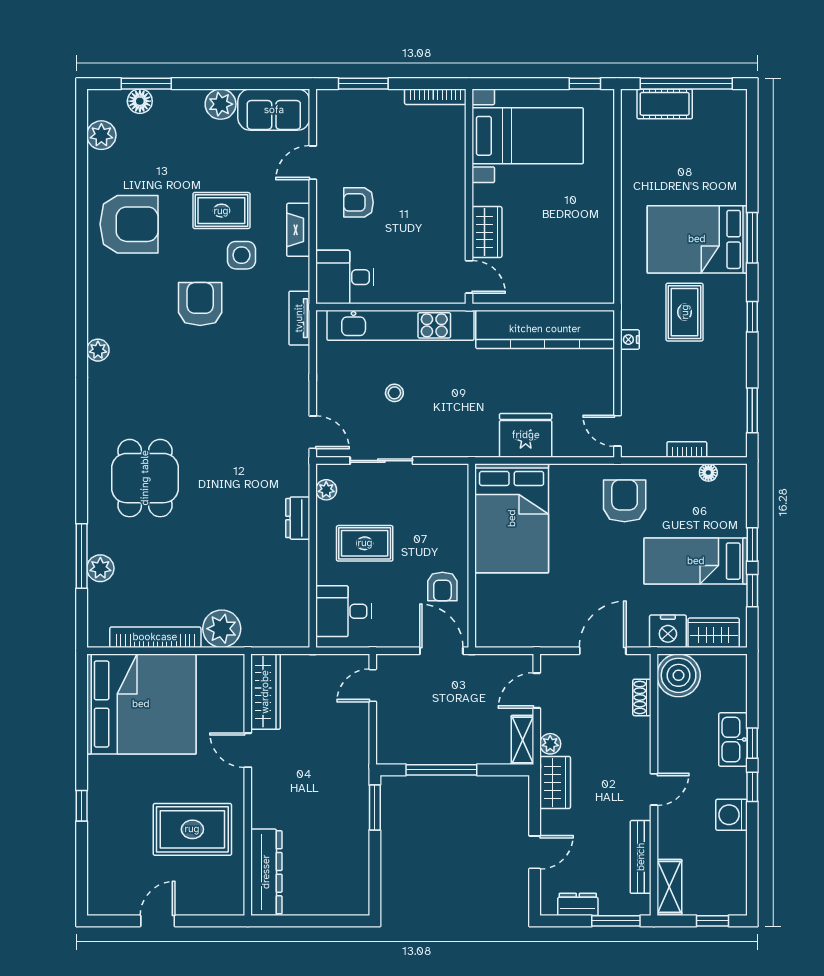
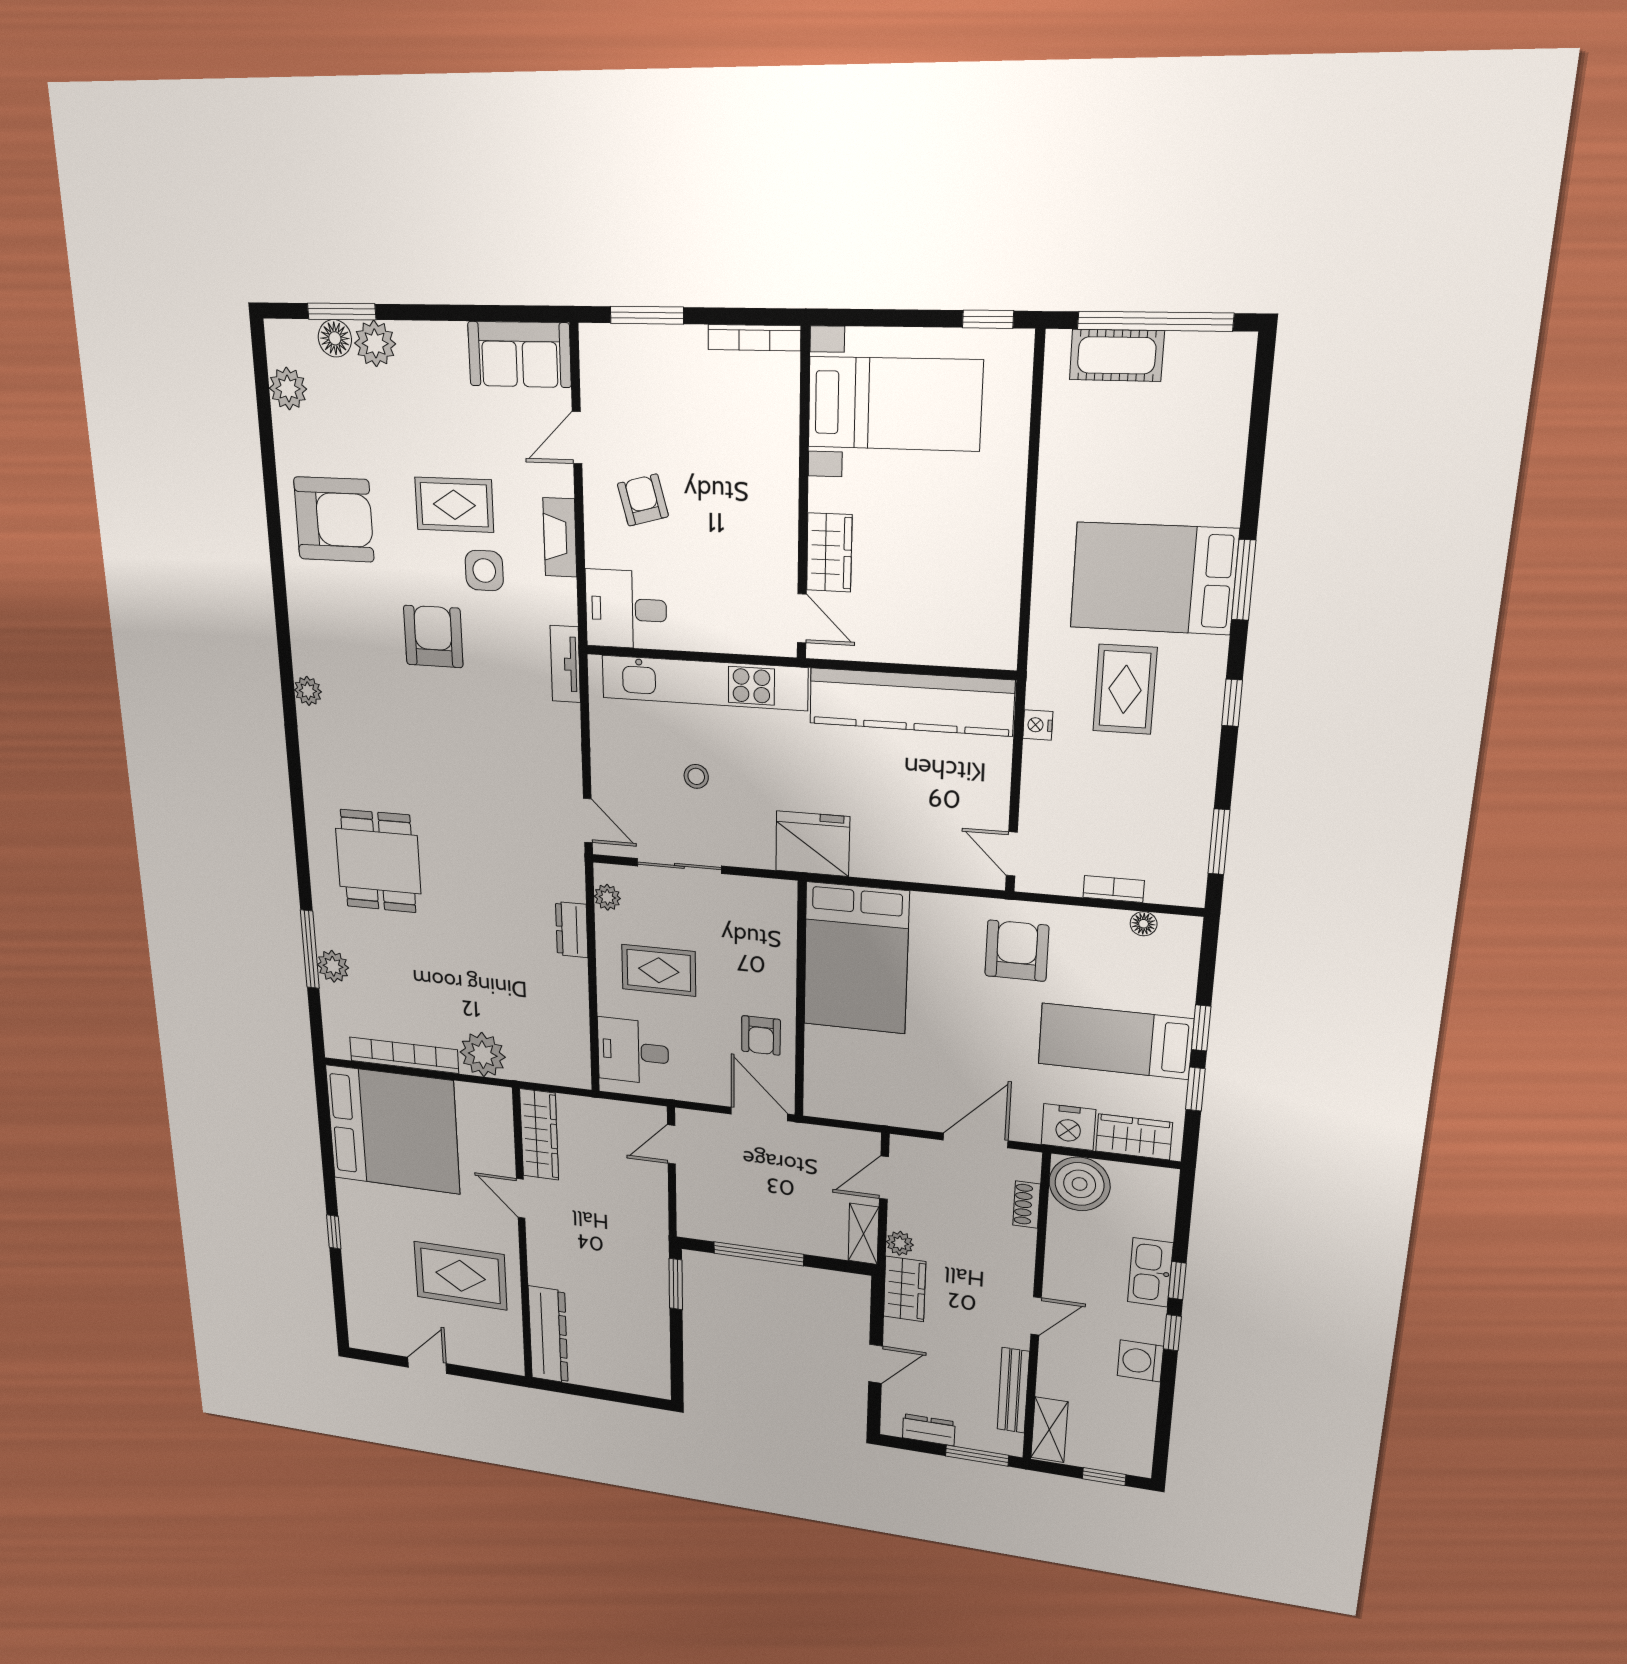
plant: (221, 104) -> (375, 344), moved
armchair: (358, 202) -> (643, 500), turned 75
fridge: (526, 435) -> (813, 844), moved

